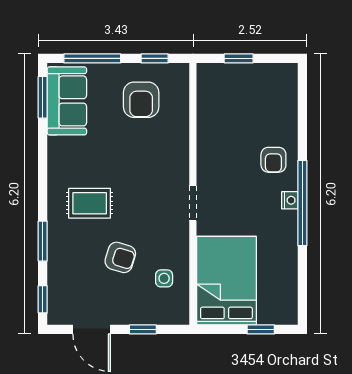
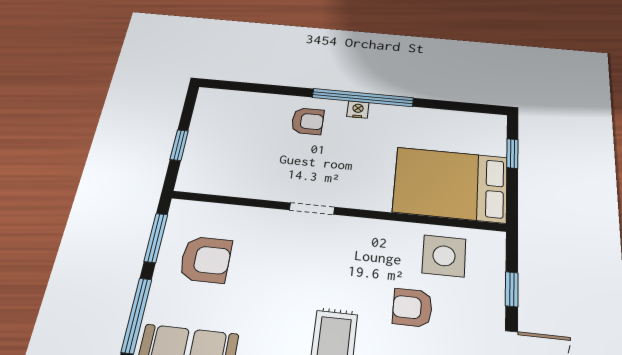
window: (155, 58) -> (156, 238), width x1.50
doorway: (193, 203) -> (312, 209), moved
armchair: (120, 257) -> (412, 308), turned -107
side table: (164, 278) -> (444, 256), width x1.87, depth x1.87

